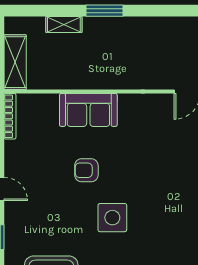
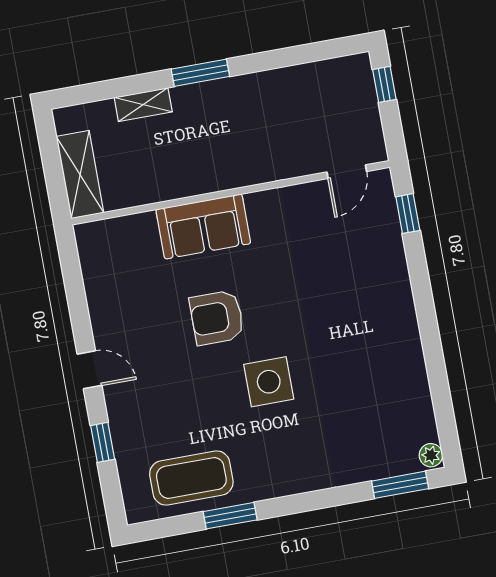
bookcase: (10, 116) -> (87, 257), removed
armchair: (86, 170) -> (217, 318), width x1.38, depth x1.38

